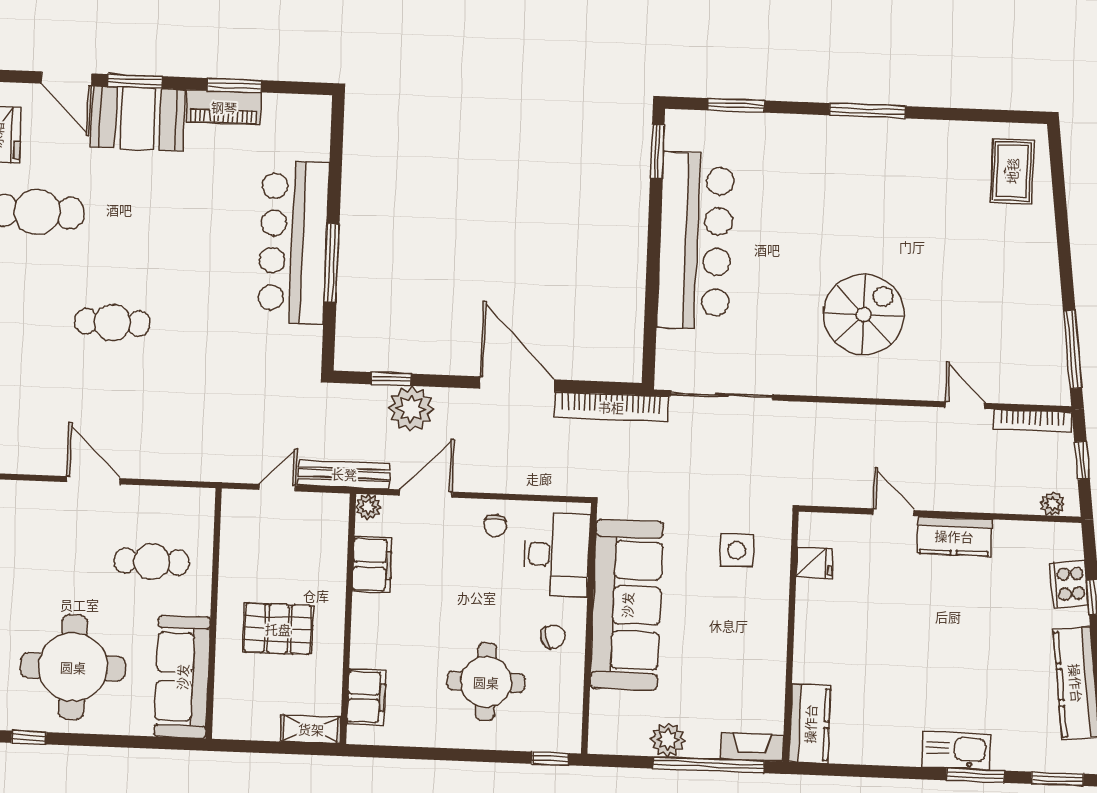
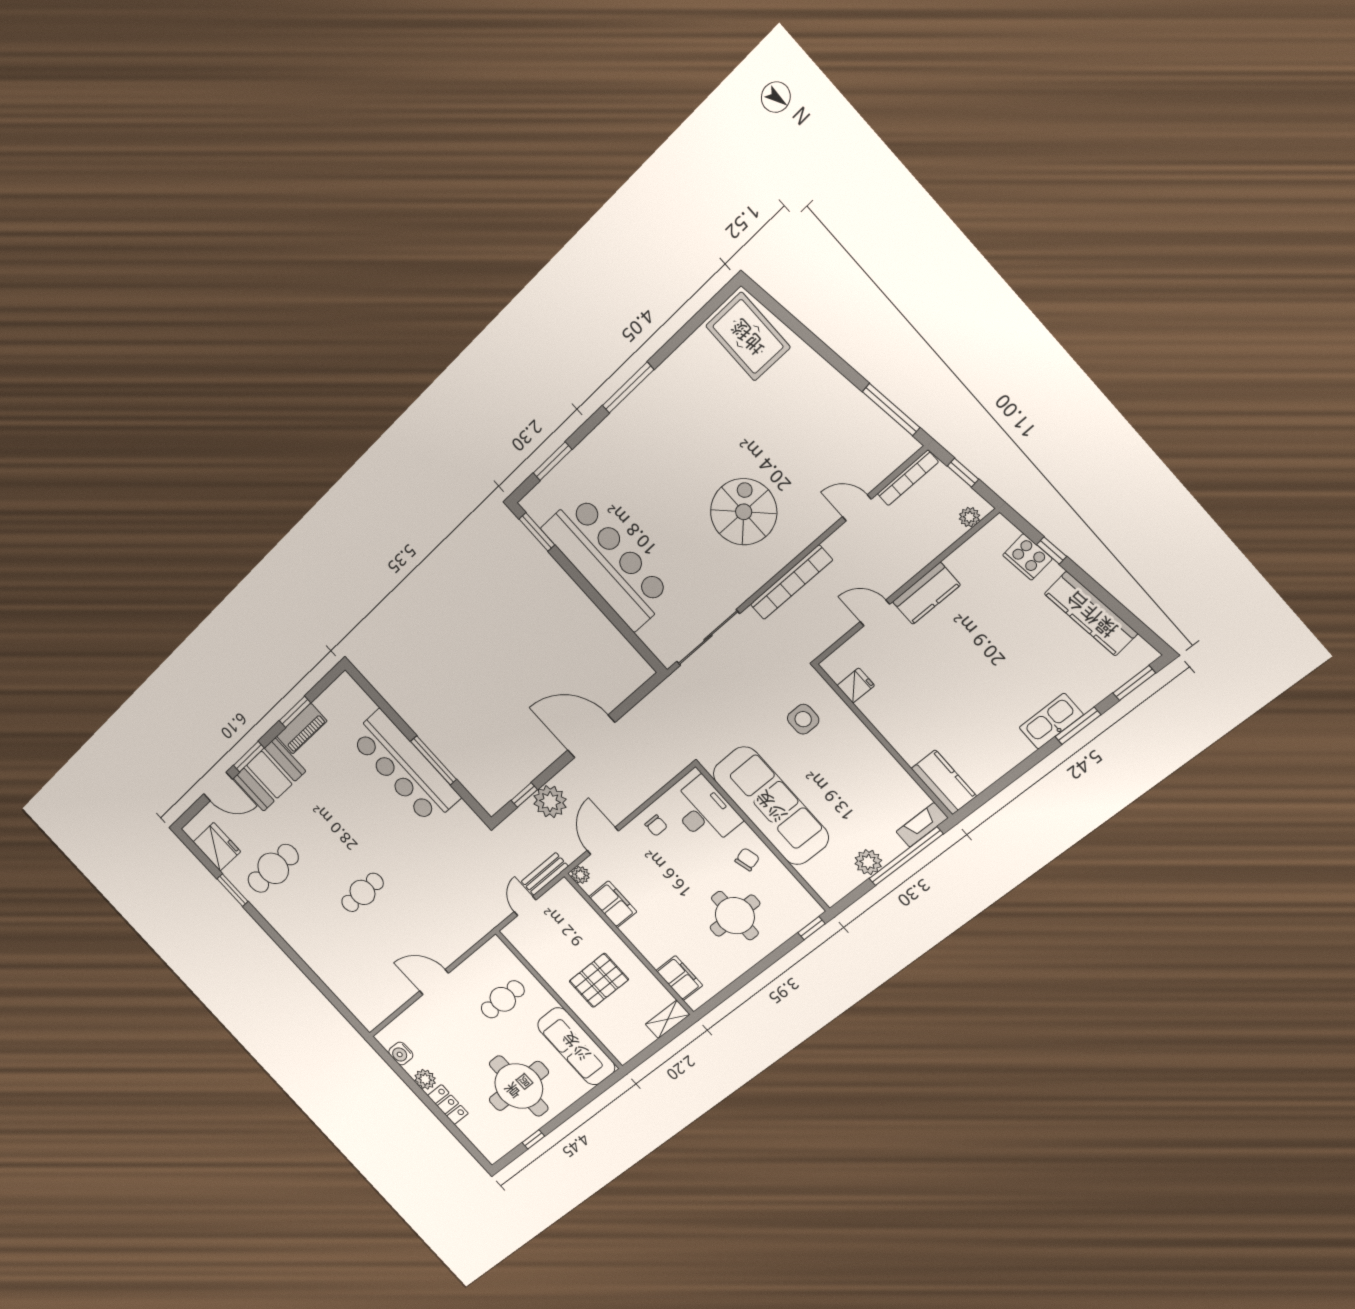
rug: (1012, 171) -> (748, 337), width x1.36, depth x1.43
bookcase: (611, 407) -> (791, 582), moved
bench: (344, 474) -> (545, 874), width x0.73

